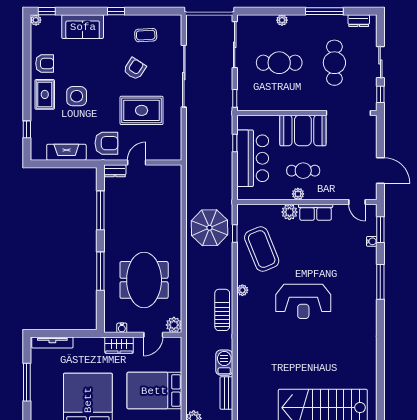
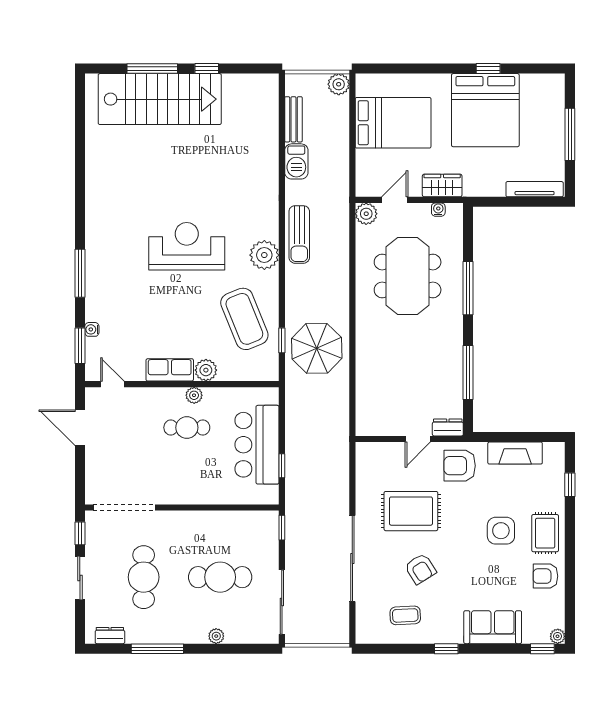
armchair: (135, 69) -> (420, 569), turned -65
booth: (303, 130) -> (187, 483), removed
plant: (242, 290) -> (264, 255), width x1.88, depth x1.88

